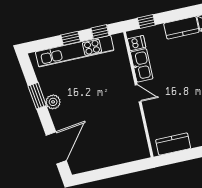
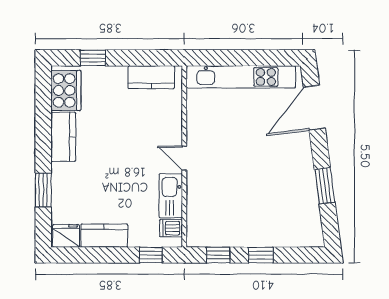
kitchen unit: (75, 51) -> (241, 77), moved, turned 180
plant: (53, 102) -> (305, 172), removed

